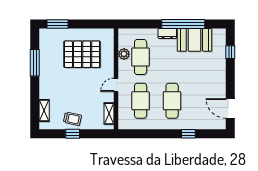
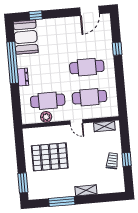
booth: (194, 40) -> (26, 37), moved
pallet: (82, 54) -> (50, 157), turned 90
shelving: (44, 110) -> (86, 190), moved

